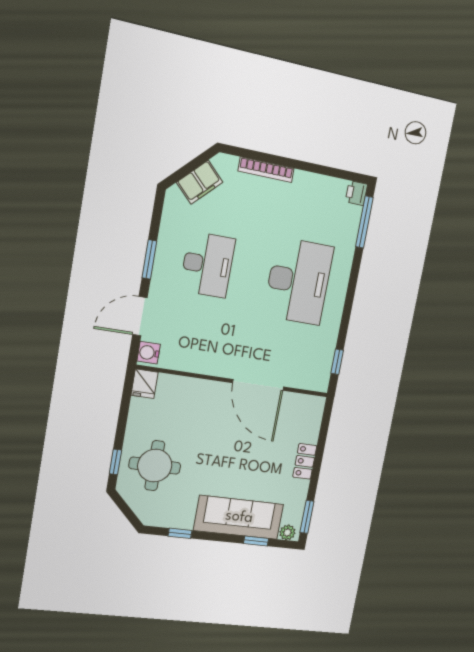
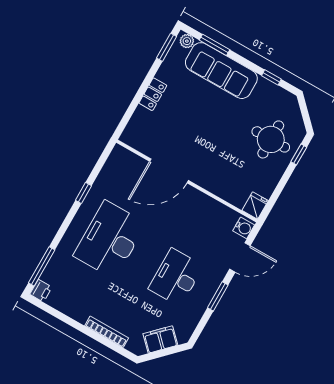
window: (337, 362) -> (84, 193), moved
door: (258, 385) -> (169, 171), swing flipped
window: (256, 541) -> (214, 45), width x1.50

